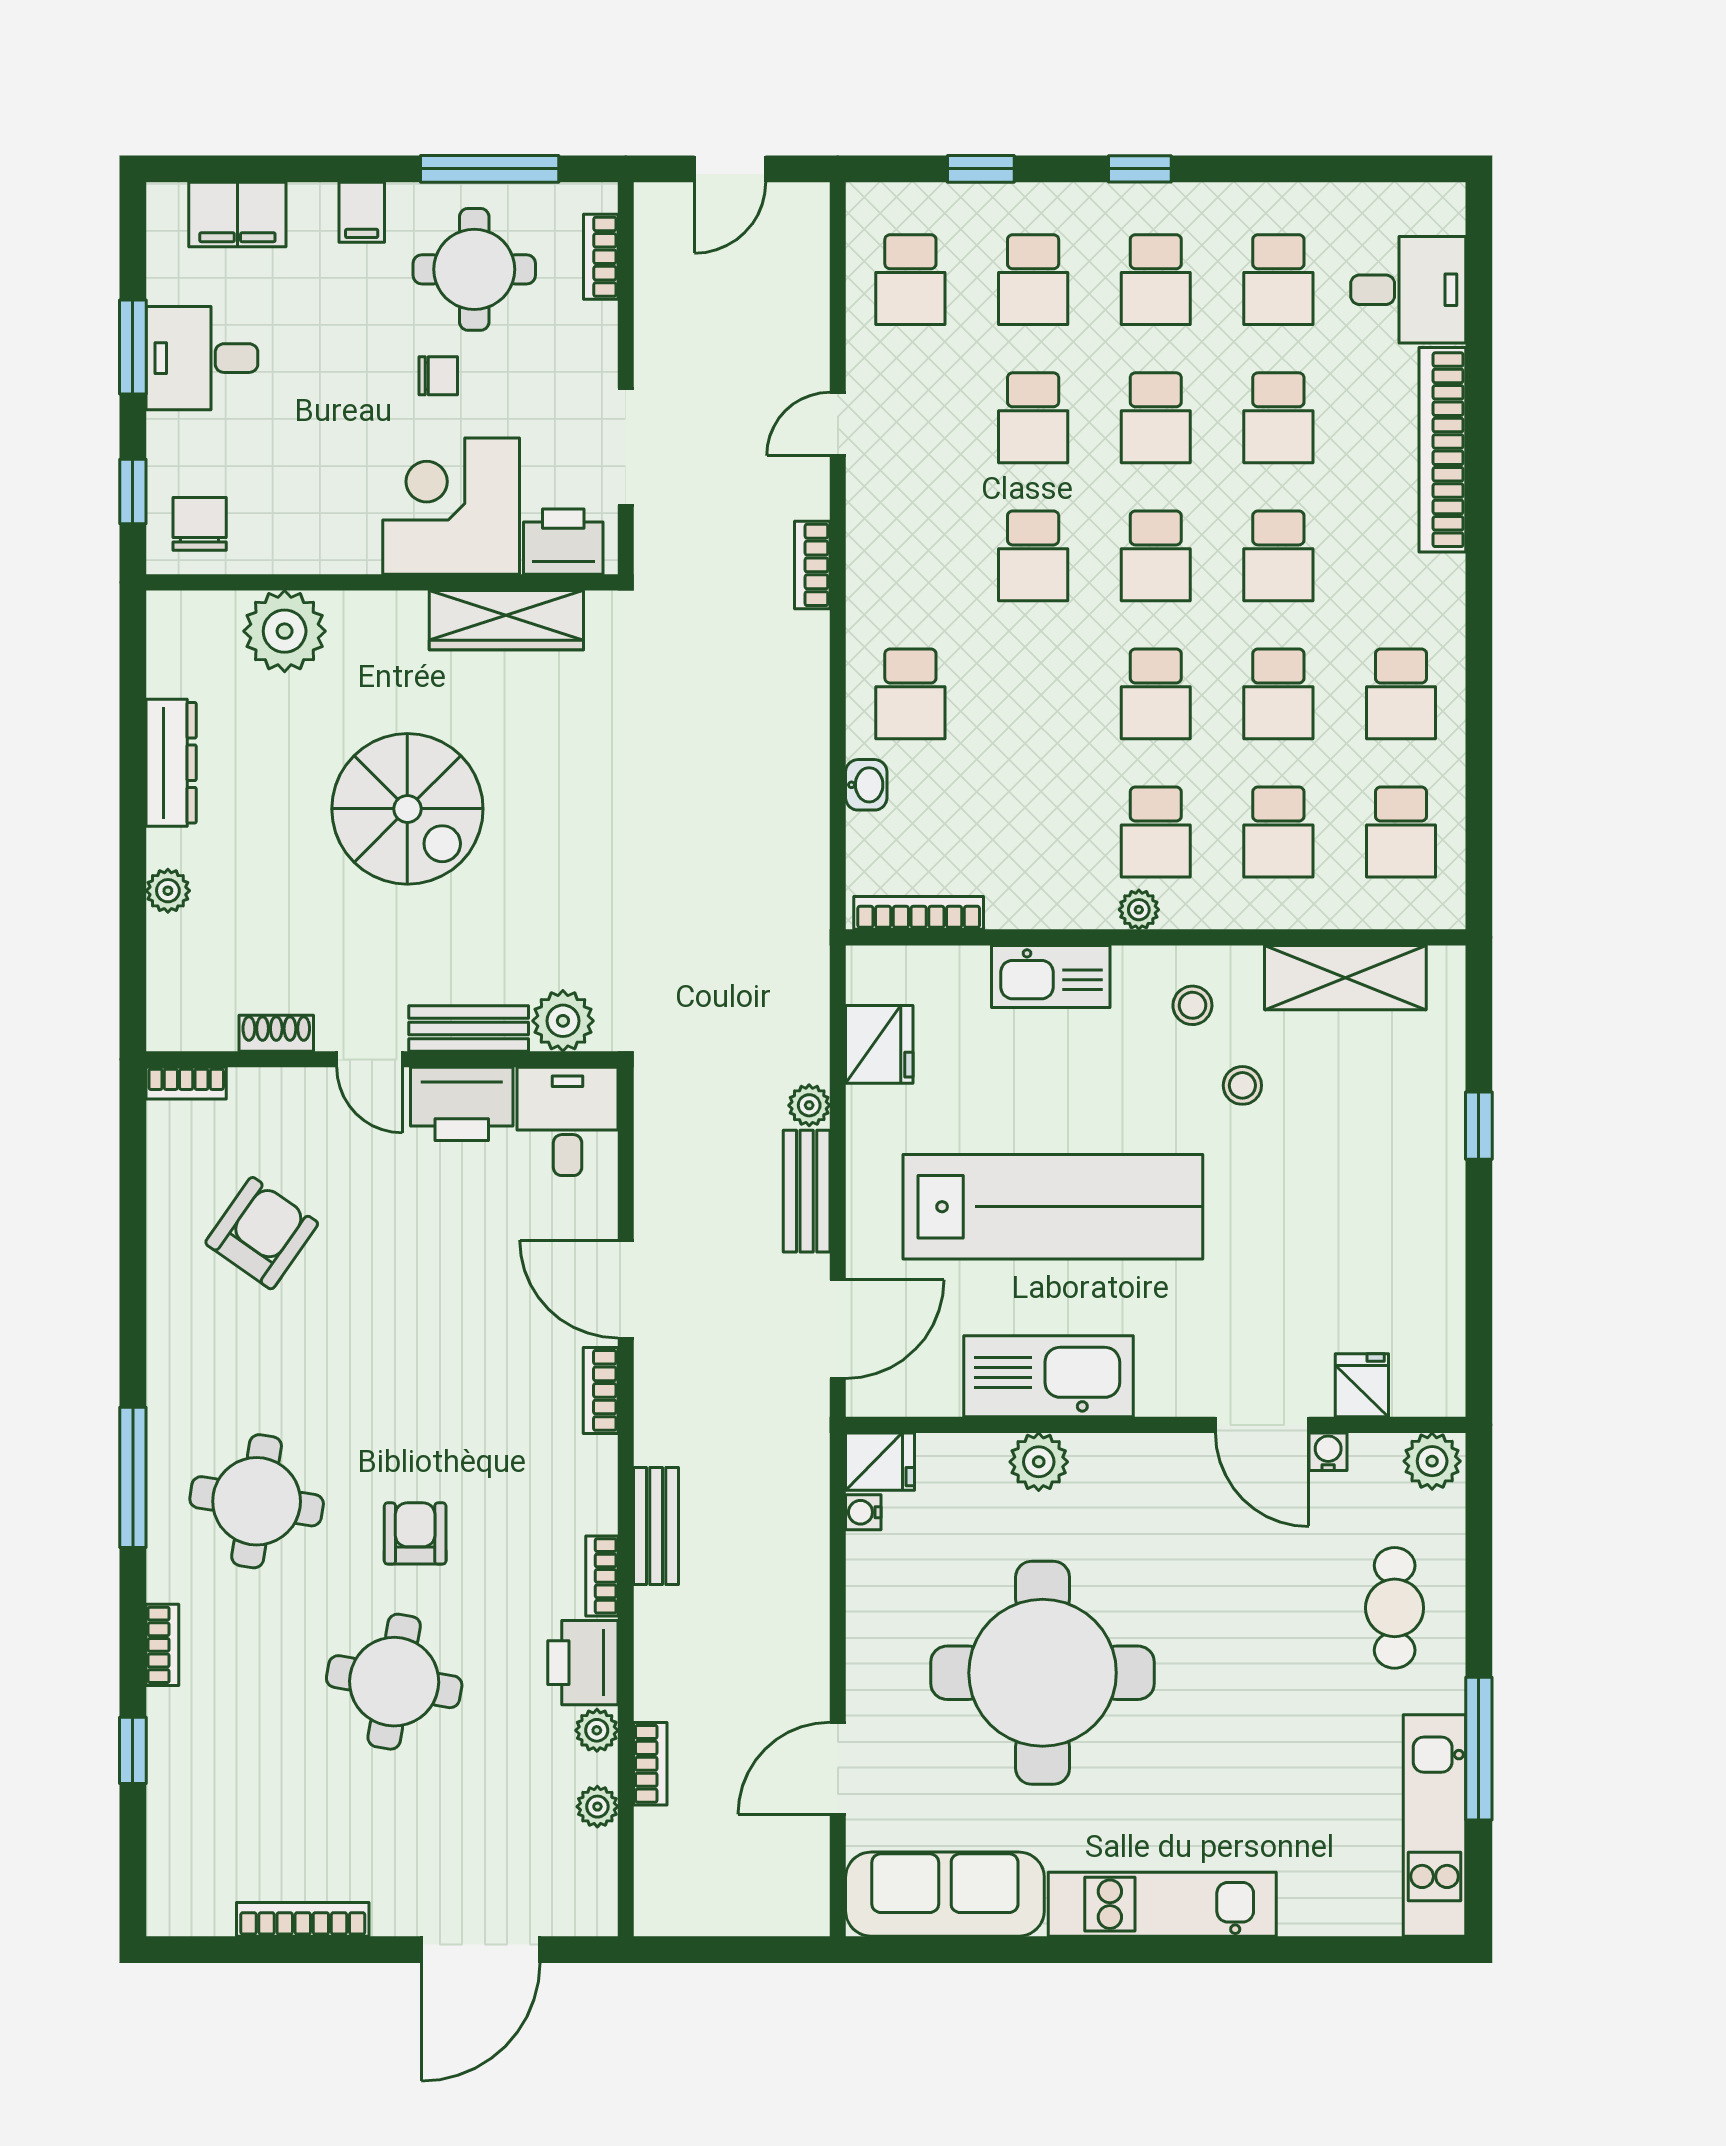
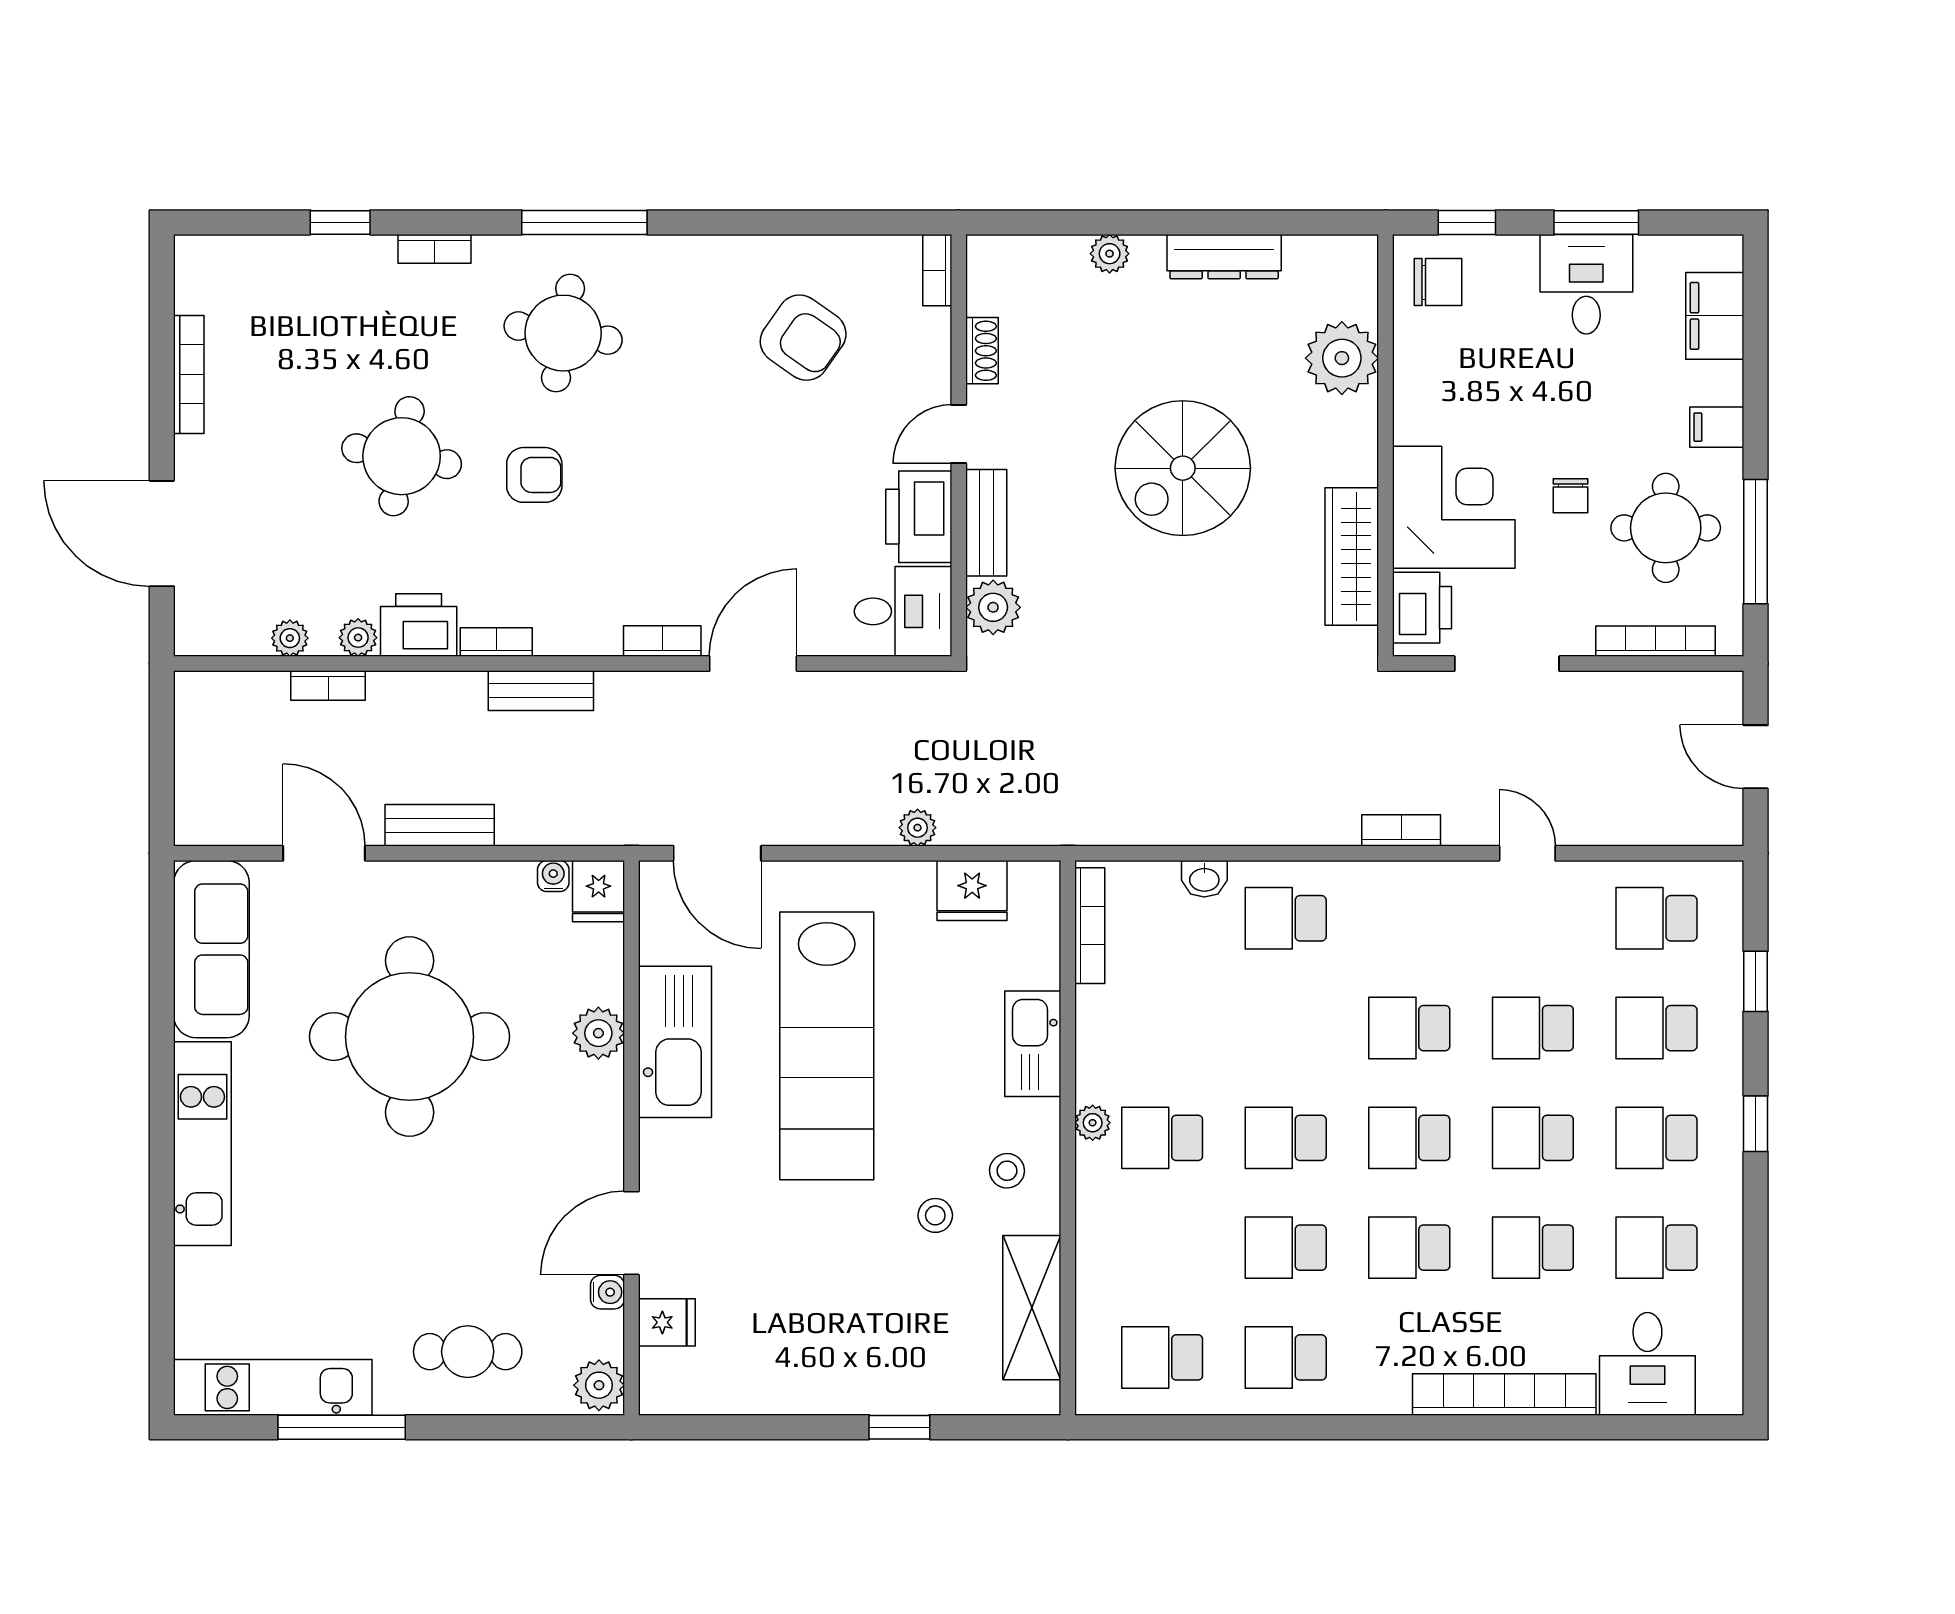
bookcase: (601, 257) -> (1656, 641), width x1.56
school desk: (1278, 832) -> (1162, 1248), removed
bench: (807, 1191) -> (440, 825), moved

